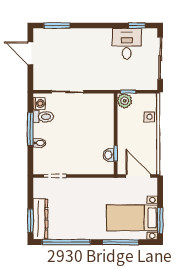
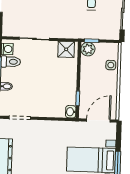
shower: (102, 102) -> (66, 49), added
washbasin: (109, 155) -> (71, 112), moved
door: (138, 176) -> (98, 120), hinge flipped

